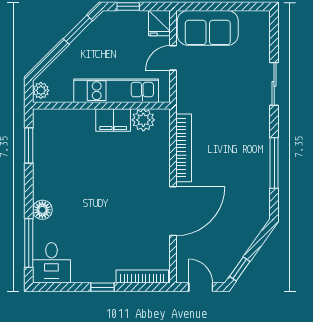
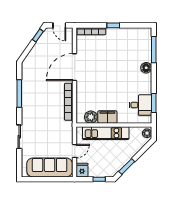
sofa: (208, 28) -> (50, 167), width x1.36
desk: (51, 263) -> (140, 105), moved, turned 90

